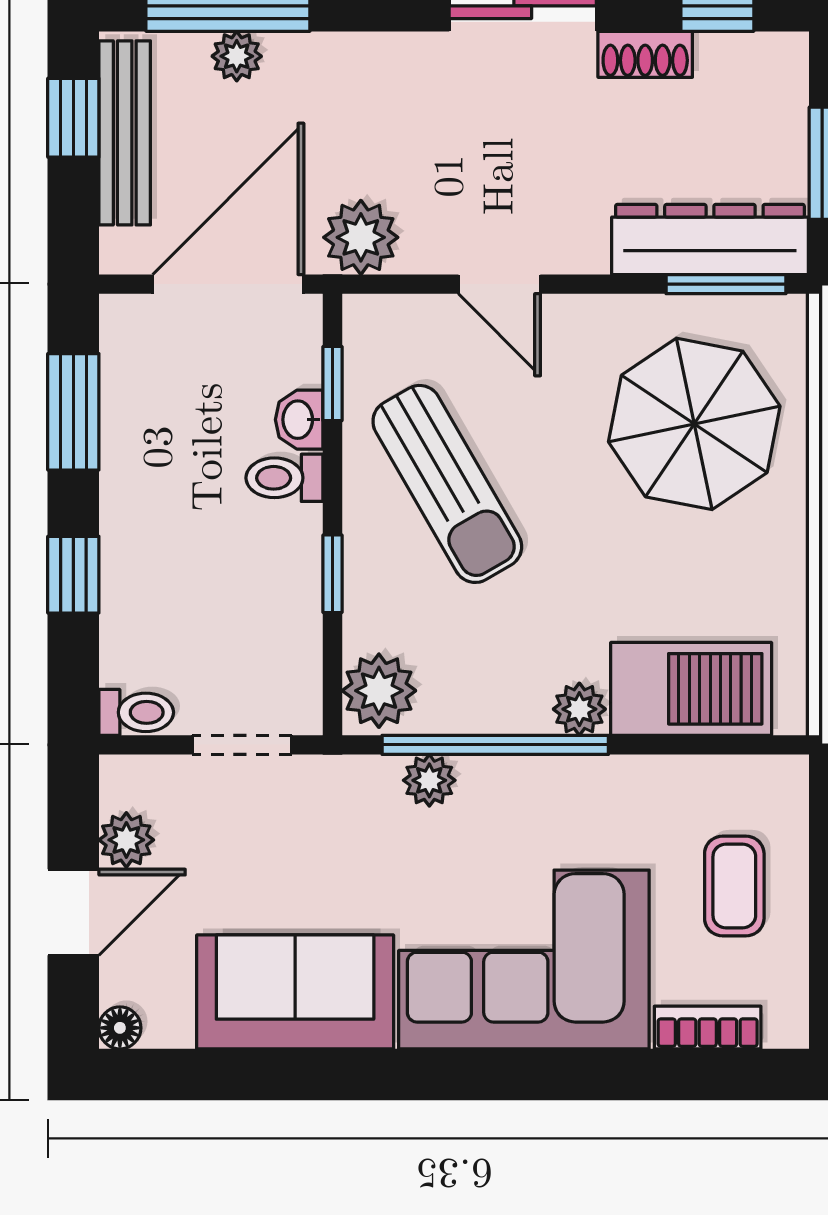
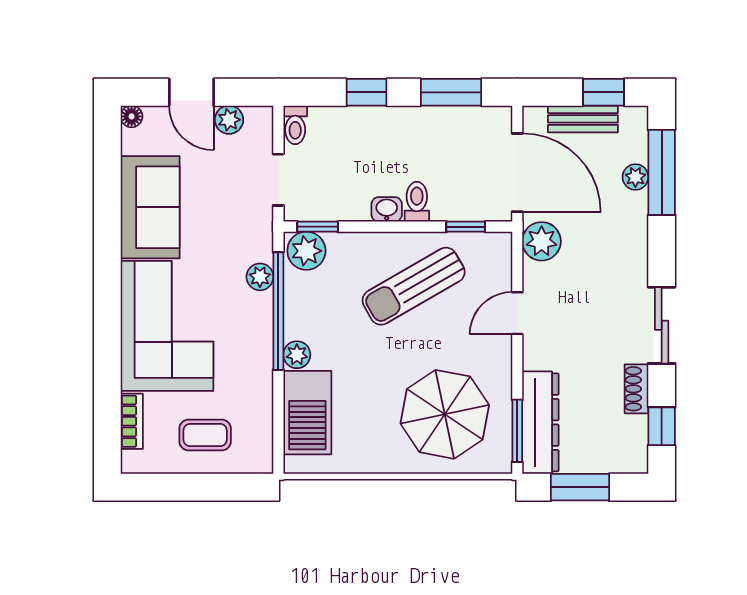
bench: (125, 133) -> (583, 119), width x0.73
washbasin: (299, 420) -> (387, 209), moved
window: (333, 574) -> (318, 227), moved

